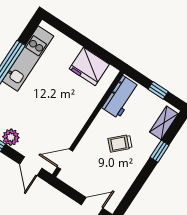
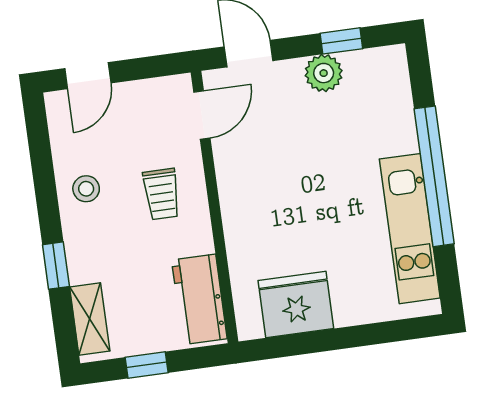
trolley: (120, 143) -> (162, 194), moved, turned 134
stool: (126, 168) -> (86, 189), added

